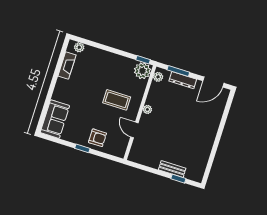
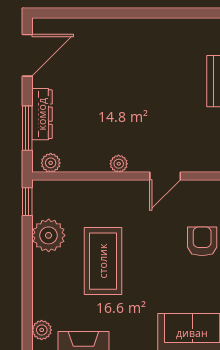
plant: (142, 71) -> (49, 235), moved
door: (213, 82) -> (27, 55), hinge flipped
coffee table: (117, 100) -> (103, 261), moved, width x1.36, depth x1.32

